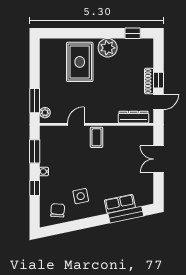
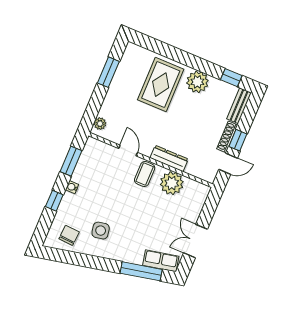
bench: (148, 53) -> (239, 106), added
window: (35, 101) -> (108, 72), moved
dresser: (134, 117) -> (169, 158), moved
door: (76, 124) -> (128, 150), hinge flipped
plant: (121, 136) -> (172, 183), added
double door: (159, 159) -> (196, 241), moved
row of seats: (120, 204) -> (161, 261), moved

